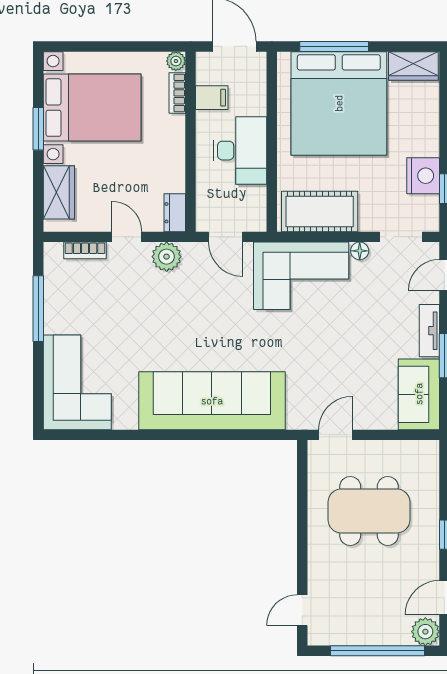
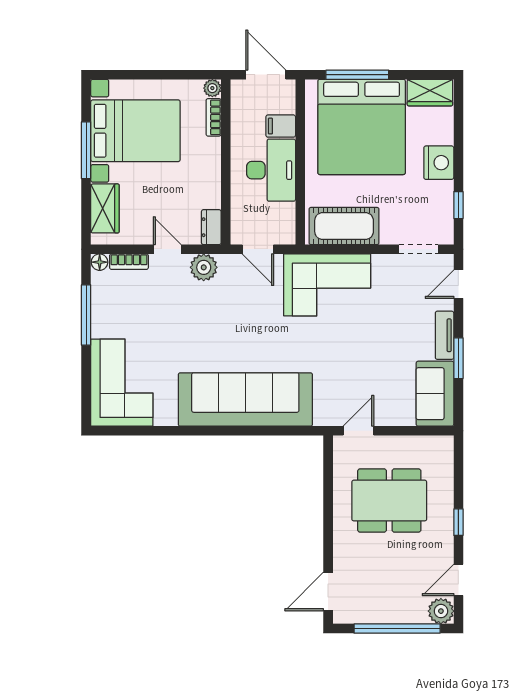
filing cabinet: (212, 98) -> (281, 126), moved, turned 180
window: (38, 129) -> (86, 150), width x1.44
nightstand: (423, 176) -> (439, 163), moved
floor lamp: (360, 251) -> (100, 262), moved
door: (302, 610) -> (328, 592), width x1.37

